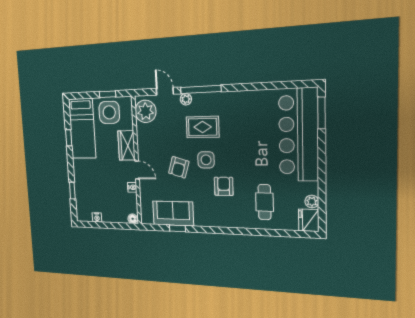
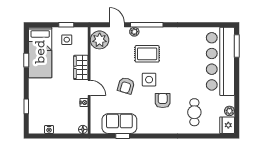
side table: (109, 112) -> (67, 40), width x0.54, depth x0.54

